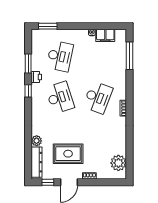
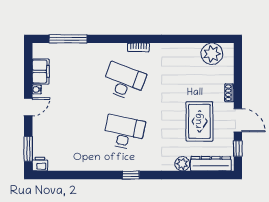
door: (79, 26) -> (28, 107), added
desk: (60, 56) -> (69, 132), removed
window: (28, 64) -> (79, 175), removed
printer: (36, 77) -> (40, 164), moved
window: (28, 91) -> (131, 175), moved
desk: (60, 97) -> (124, 132), turned 30

